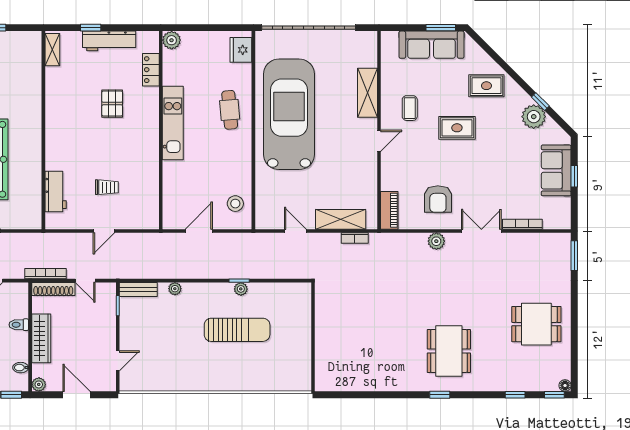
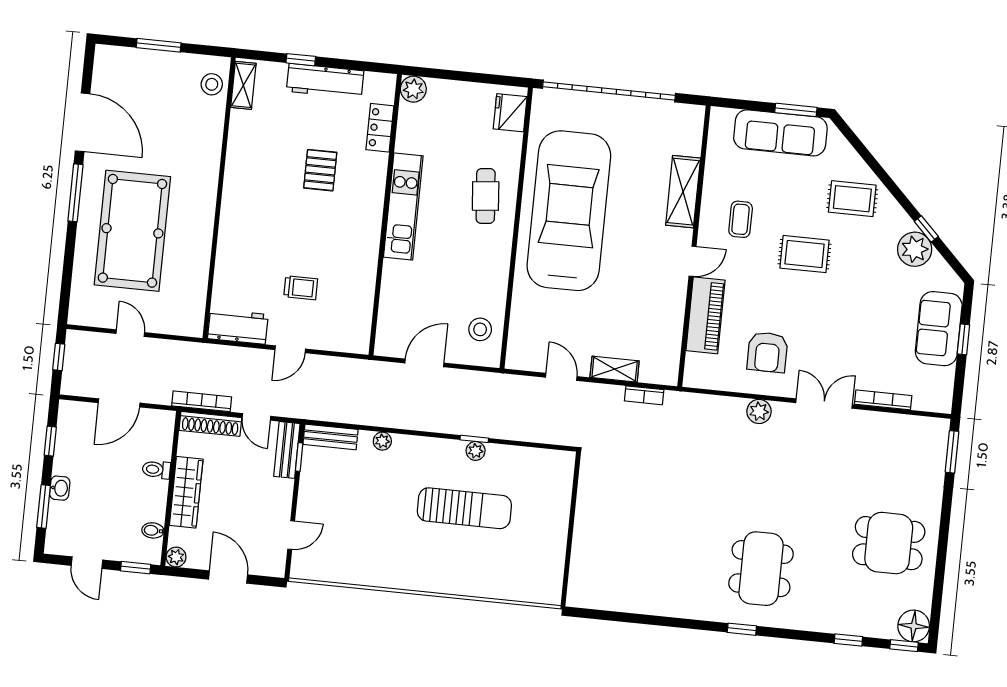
stool: (30, 51) -> (212, 84), added
workbench: (56, 192) -> (238, 327), moved, turned -90
piano: (389, 210) -> (705, 315), moved, width x1.37, depth x1.33
shelving: (341, 219) -> (615, 369), width x0.67, depth x0.75
bench: (109, 302) -> (287, 450), added
floor lamp: (565, 386) -> (914, 626), width x1.89, depth x1.89

